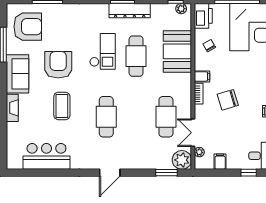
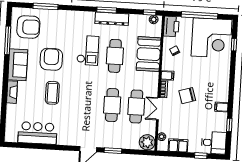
cafe table: (106, 117) -> (112, 105), moved
double door: (193, 133) -> (158, 109), moved
filing cabinet: (220, 162) -> (178, 145), width x2.00
window: (167, 173) -> (113, 151), moved

